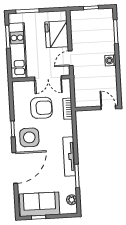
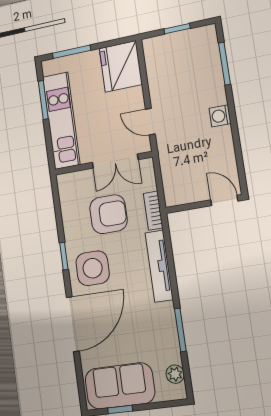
fridge: (57, 34) -> (121, 66), moved
door: (71, 58) -> (150, 122), hinge flipped
tv unit: (69, 157) -> (159, 266), moved

